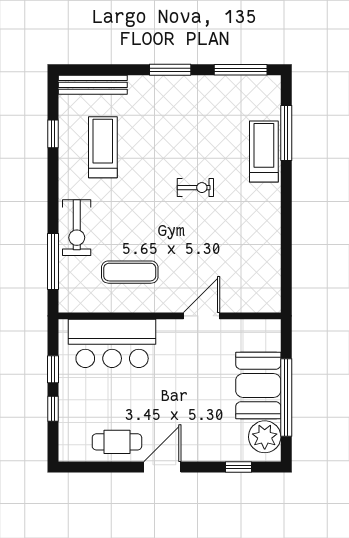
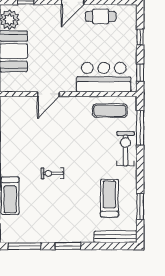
window: (53, 134) -> (140, 207), width x1.50
treadmill: (103, 147) -> (109, 198), turned 180
exercise mat: (130, 272) -> (110, 111), moved
window: (53, 369) -> (140, 73), moved

